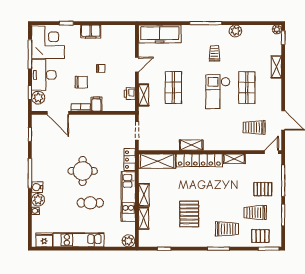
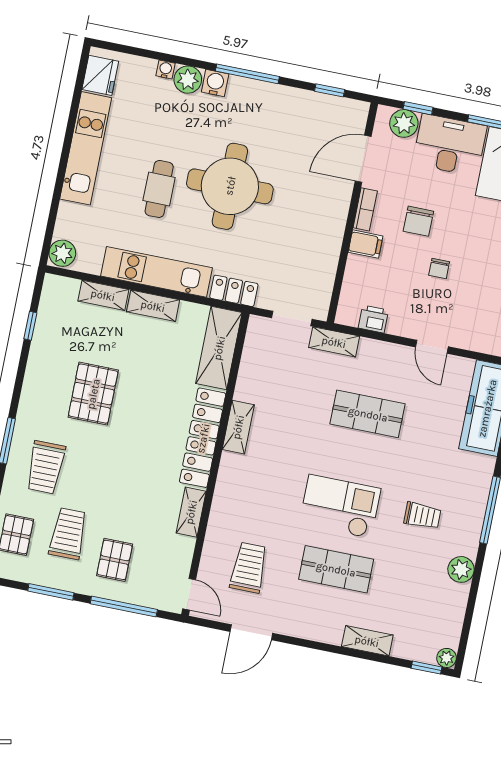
shelving: (144, 95) -> (334, 342), moved
round table: (83, 171) -> (230, 186), width x1.36, depth x1.36
pallet: (189, 214) -> (93, 394), turned 90

